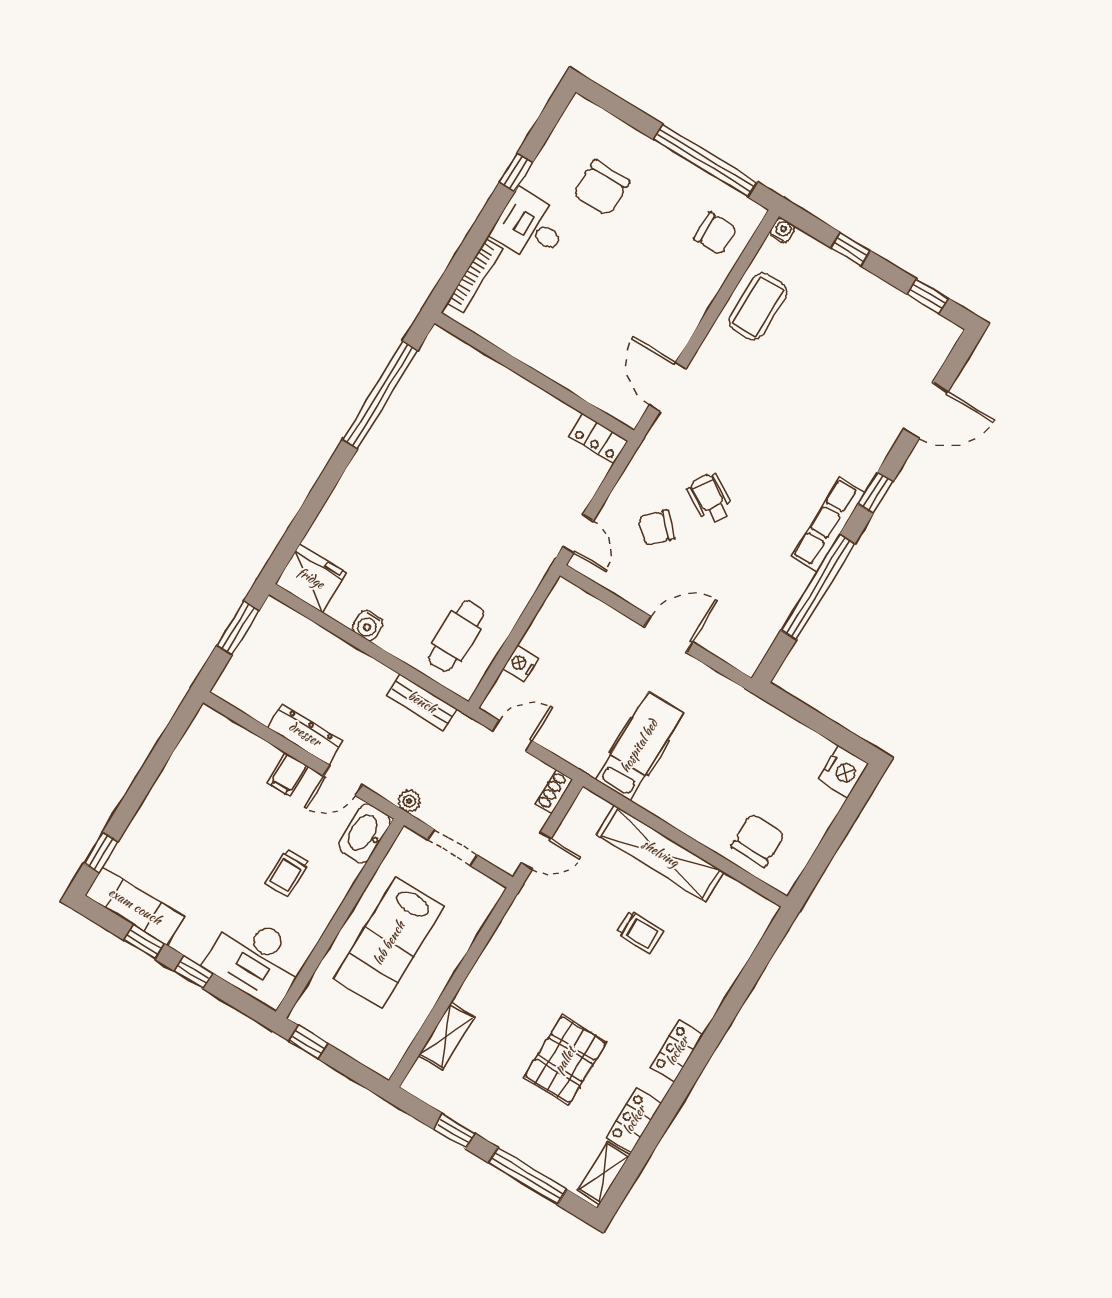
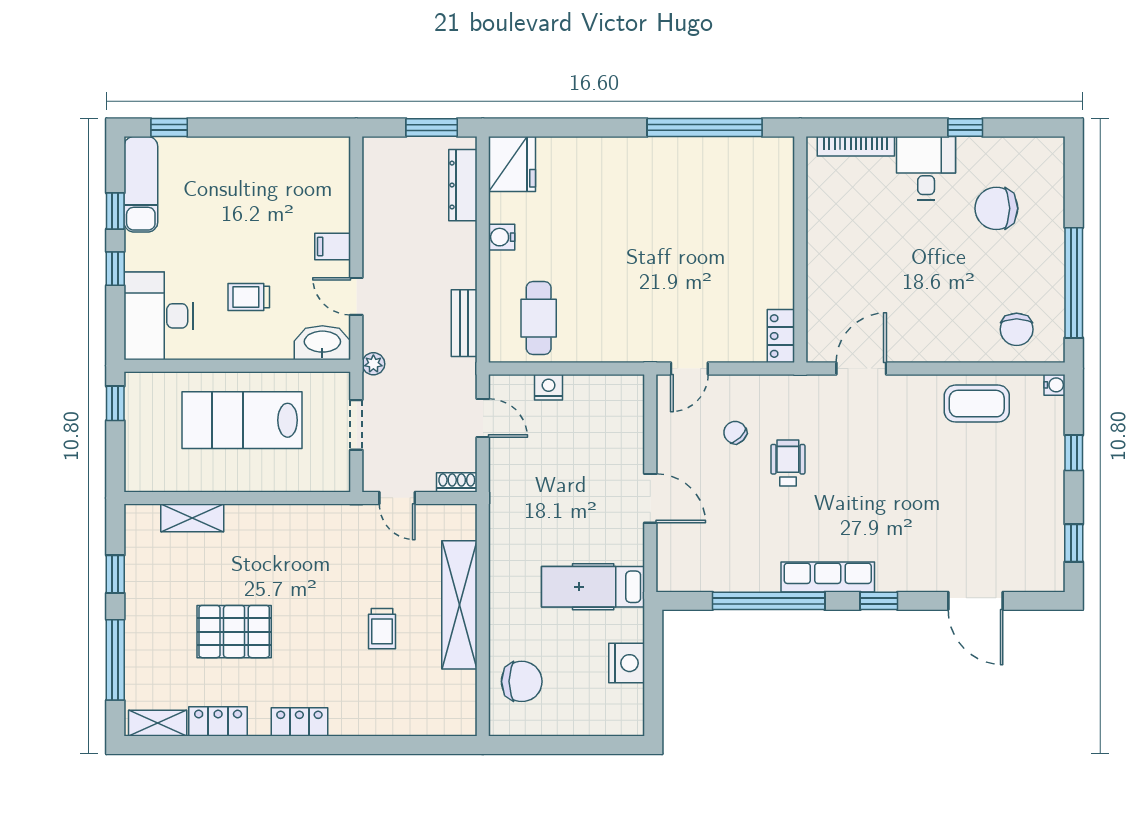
wheelchair: (710, 499) -> (788, 463), turned -31
chair: (657, 528) -> (735, 432), width x0.73, depth x0.73
cafe table: (456, 636) -> (539, 318), turned 90
dresser: (305, 734) -> (463, 185), moved, turned 180
hospital bed: (639, 746) -> (593, 587), moved, turned 180
nightstand: (843, 771) -> (627, 663), moved, turned -90

